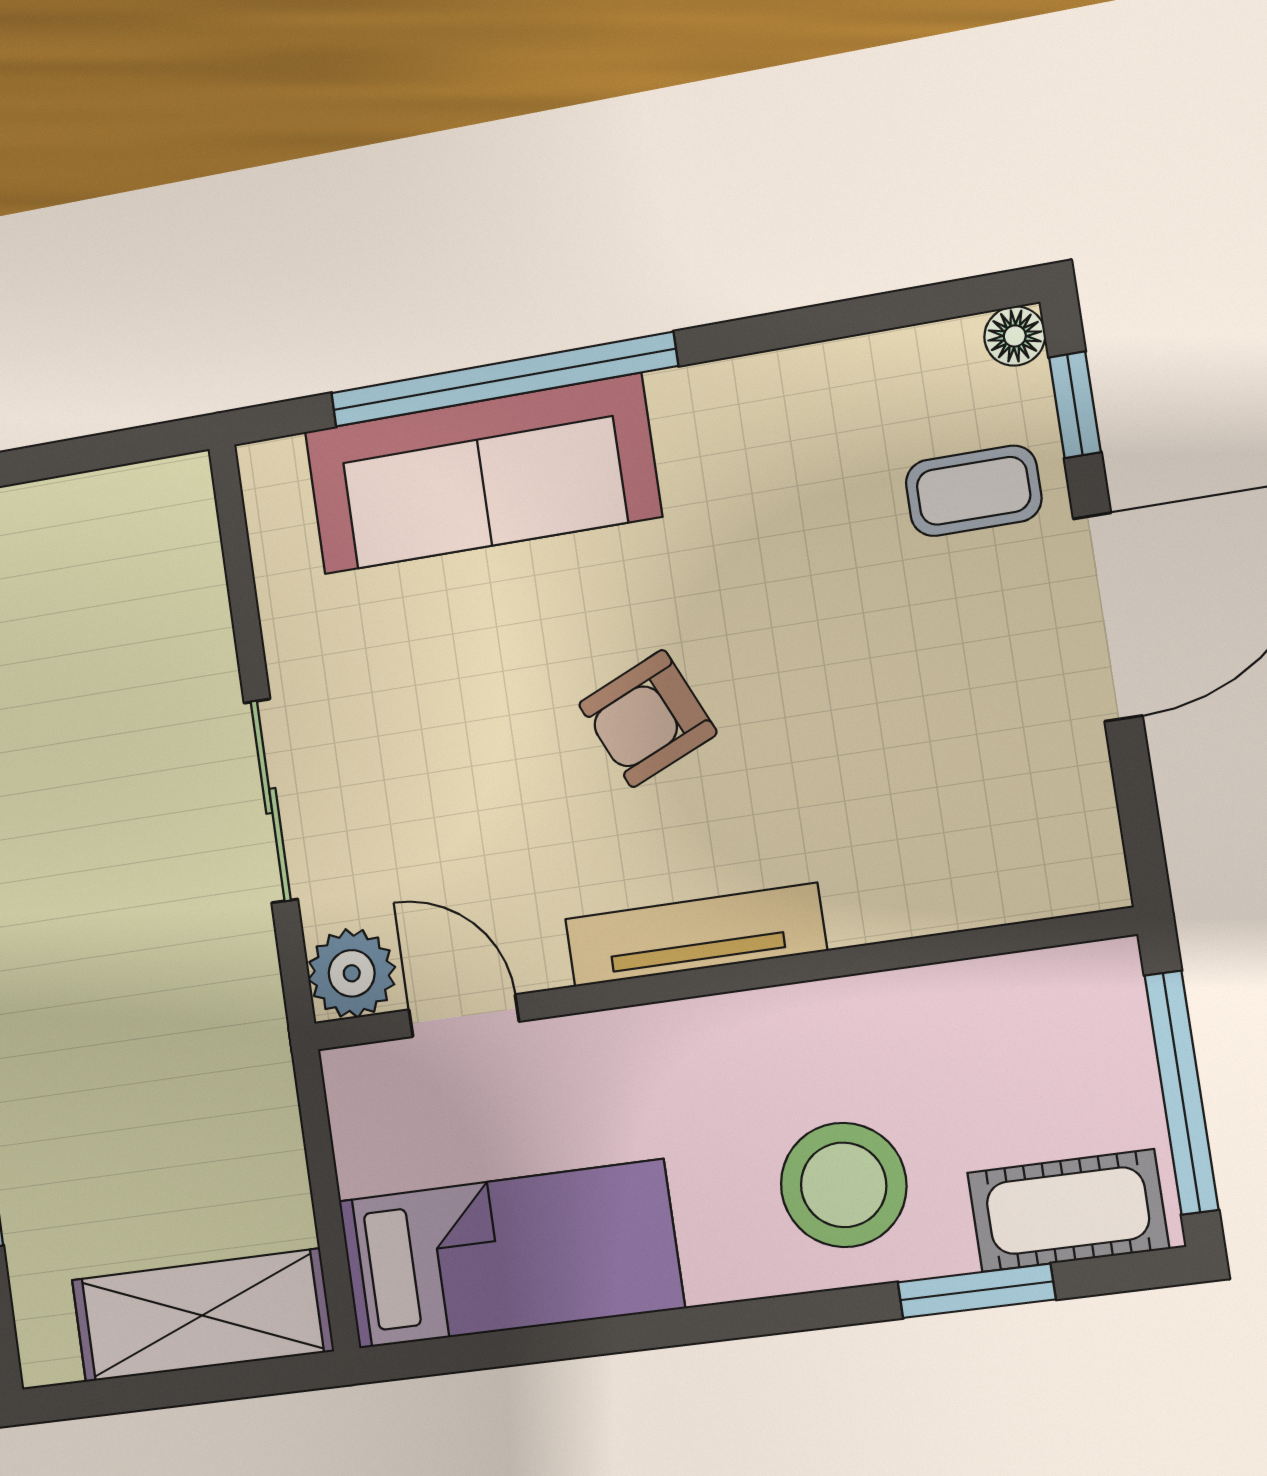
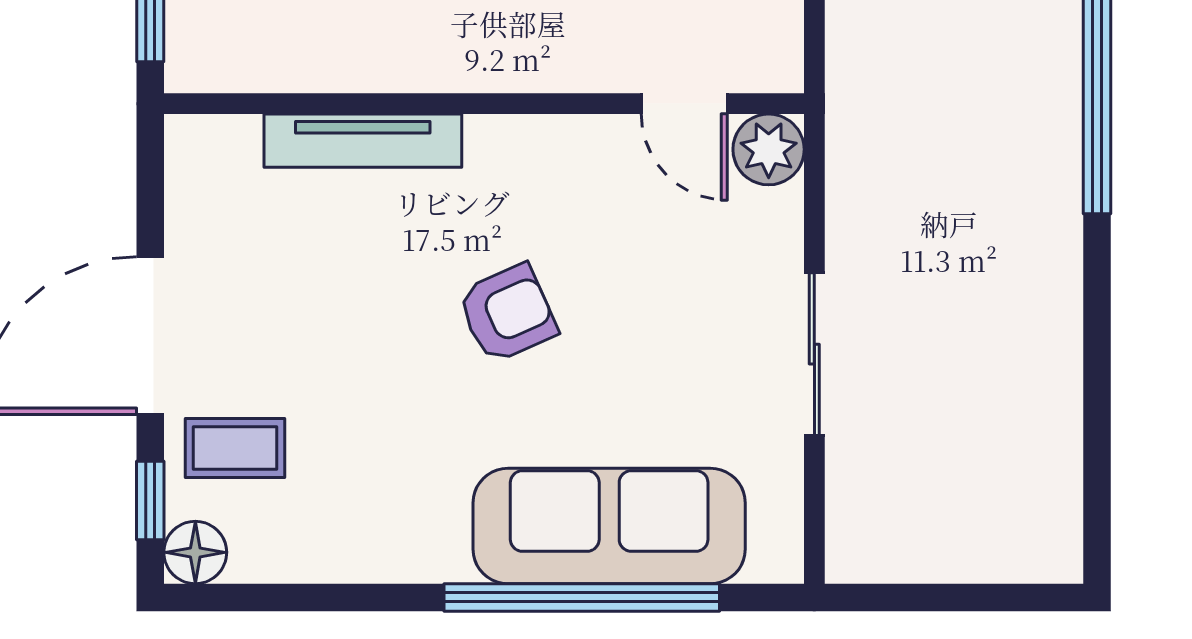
floor lamp: (1015, 336) -> (195, 552), width x1.37, depth x1.37
sliding door: (271, 801) -> (814, 354), moved
tv unit: (695, 935) -> (363, 141), moved

